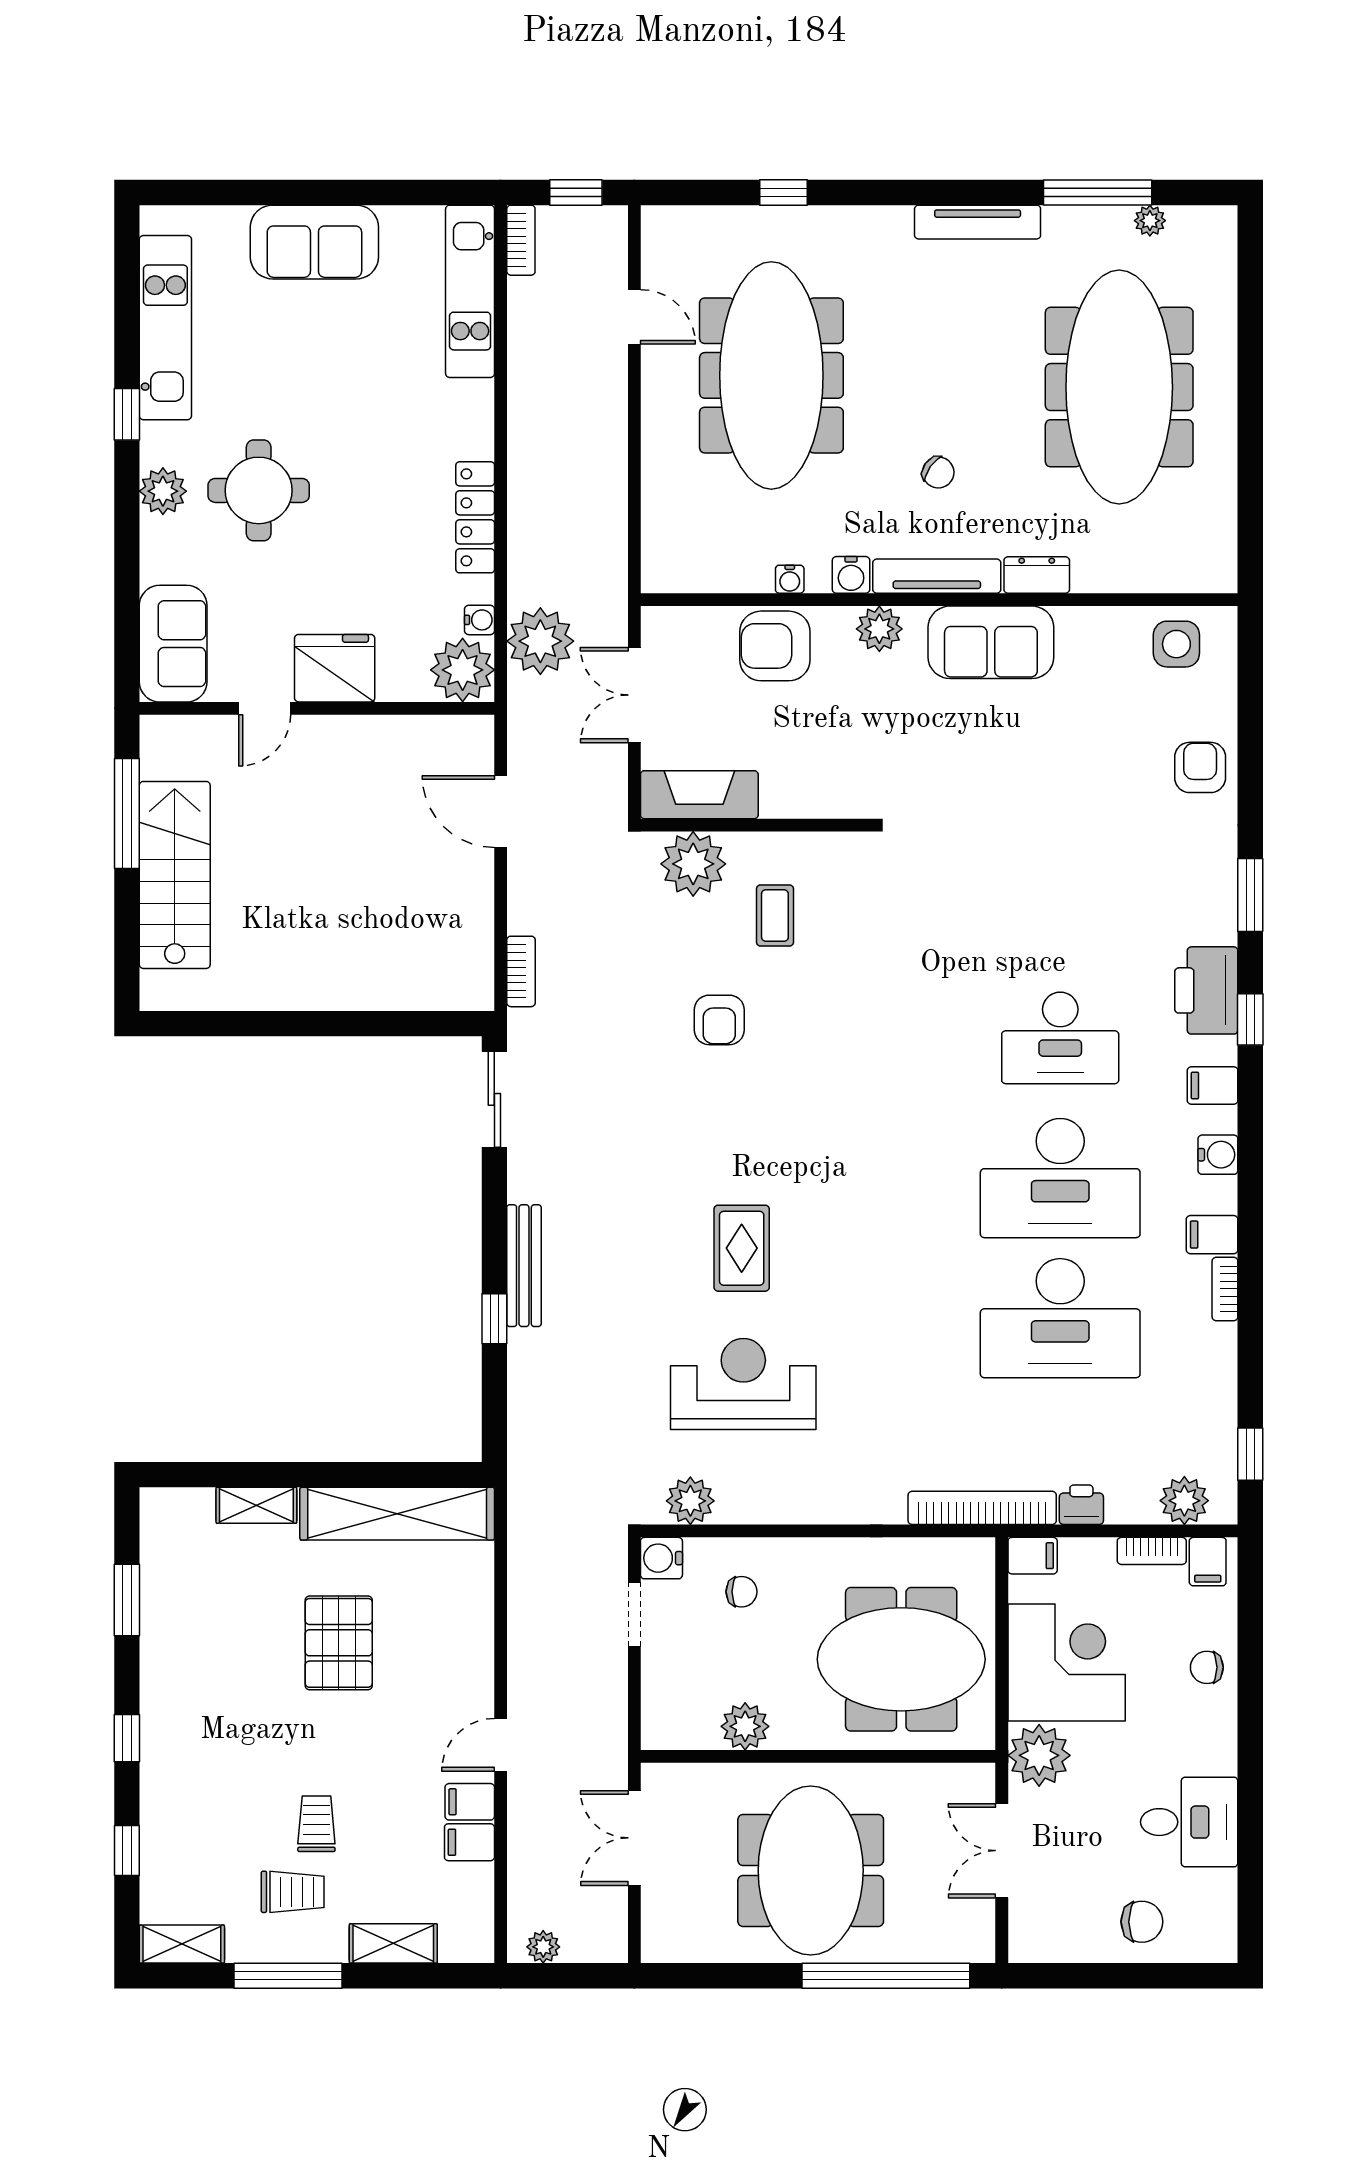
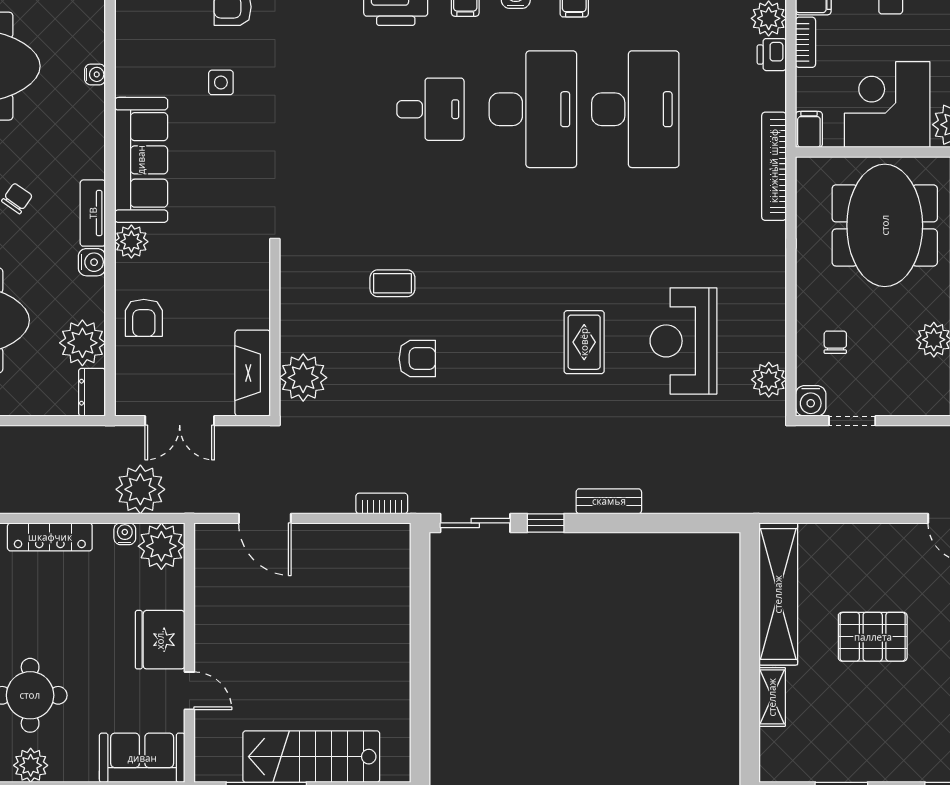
plant: (741, 562) -> (82, 343), added
dresser: (1037, 575) -> (92, 392), moved
tv unit: (937, 576) -> (93, 213), width x0.71
water cooler: (790, 579) -> (95, 74), moved
sofa: (991, 642) -> (141, 160), width x1.36
side table: (1176, 644) -> (221, 82), moved, width x0.73, depth x0.73
armchair: (775, 646) -> (144, 318), width x0.72, depth x0.72
door: (501, 812) -> (265, 518), hinge flipped
coffee table: (775, 915) -> (392, 283), moved
desk: (1060, 1038) -> (430, 109), width x0.73
rug: (742, 1248) -> (584, 342), turned 90
bench: (524, 1266) -> (609, 501), width x0.73
window: (494, 1319) -> (546, 523), moved
printer: (1081, 1505) -> (772, 55), moved

